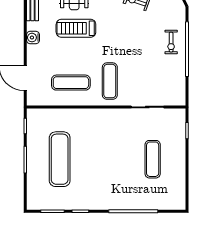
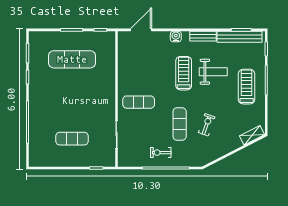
exercise bike: (171, 42) -> (161, 153), moved
exercise mat: (71, 83) -> (180, 124), moved

